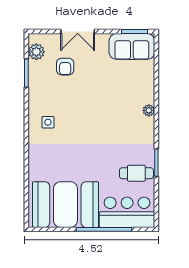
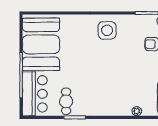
plant: (149, 110) -> (137, 111), moved
side table: (48, 122) -> (107, 30), width x1.87, depth x1.87

